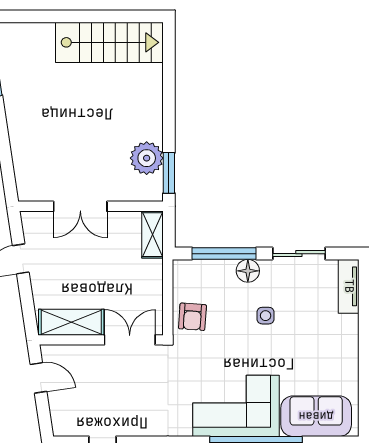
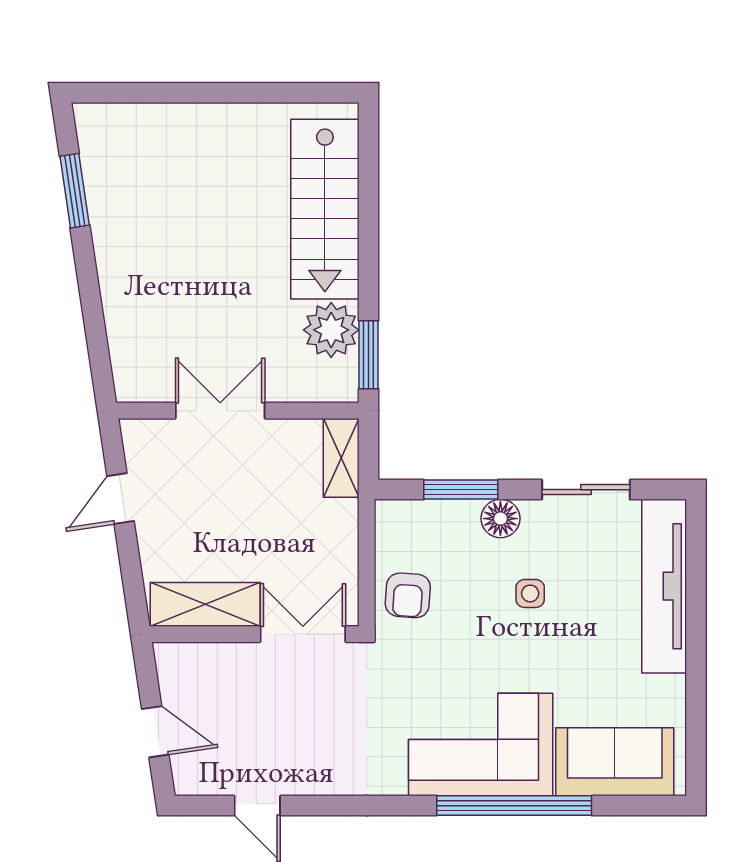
stairs: (109, 42) -> (325, 209), moved, turned 90
double door: (80, 206) -> (220, 411), swing flipped
window: (224, 254) -> (461, 490), width x0.69
tv unit: (349, 286) -> (664, 586), width x1.92, depth x1.29
door: (38, 378) -> (155, 732), moved

